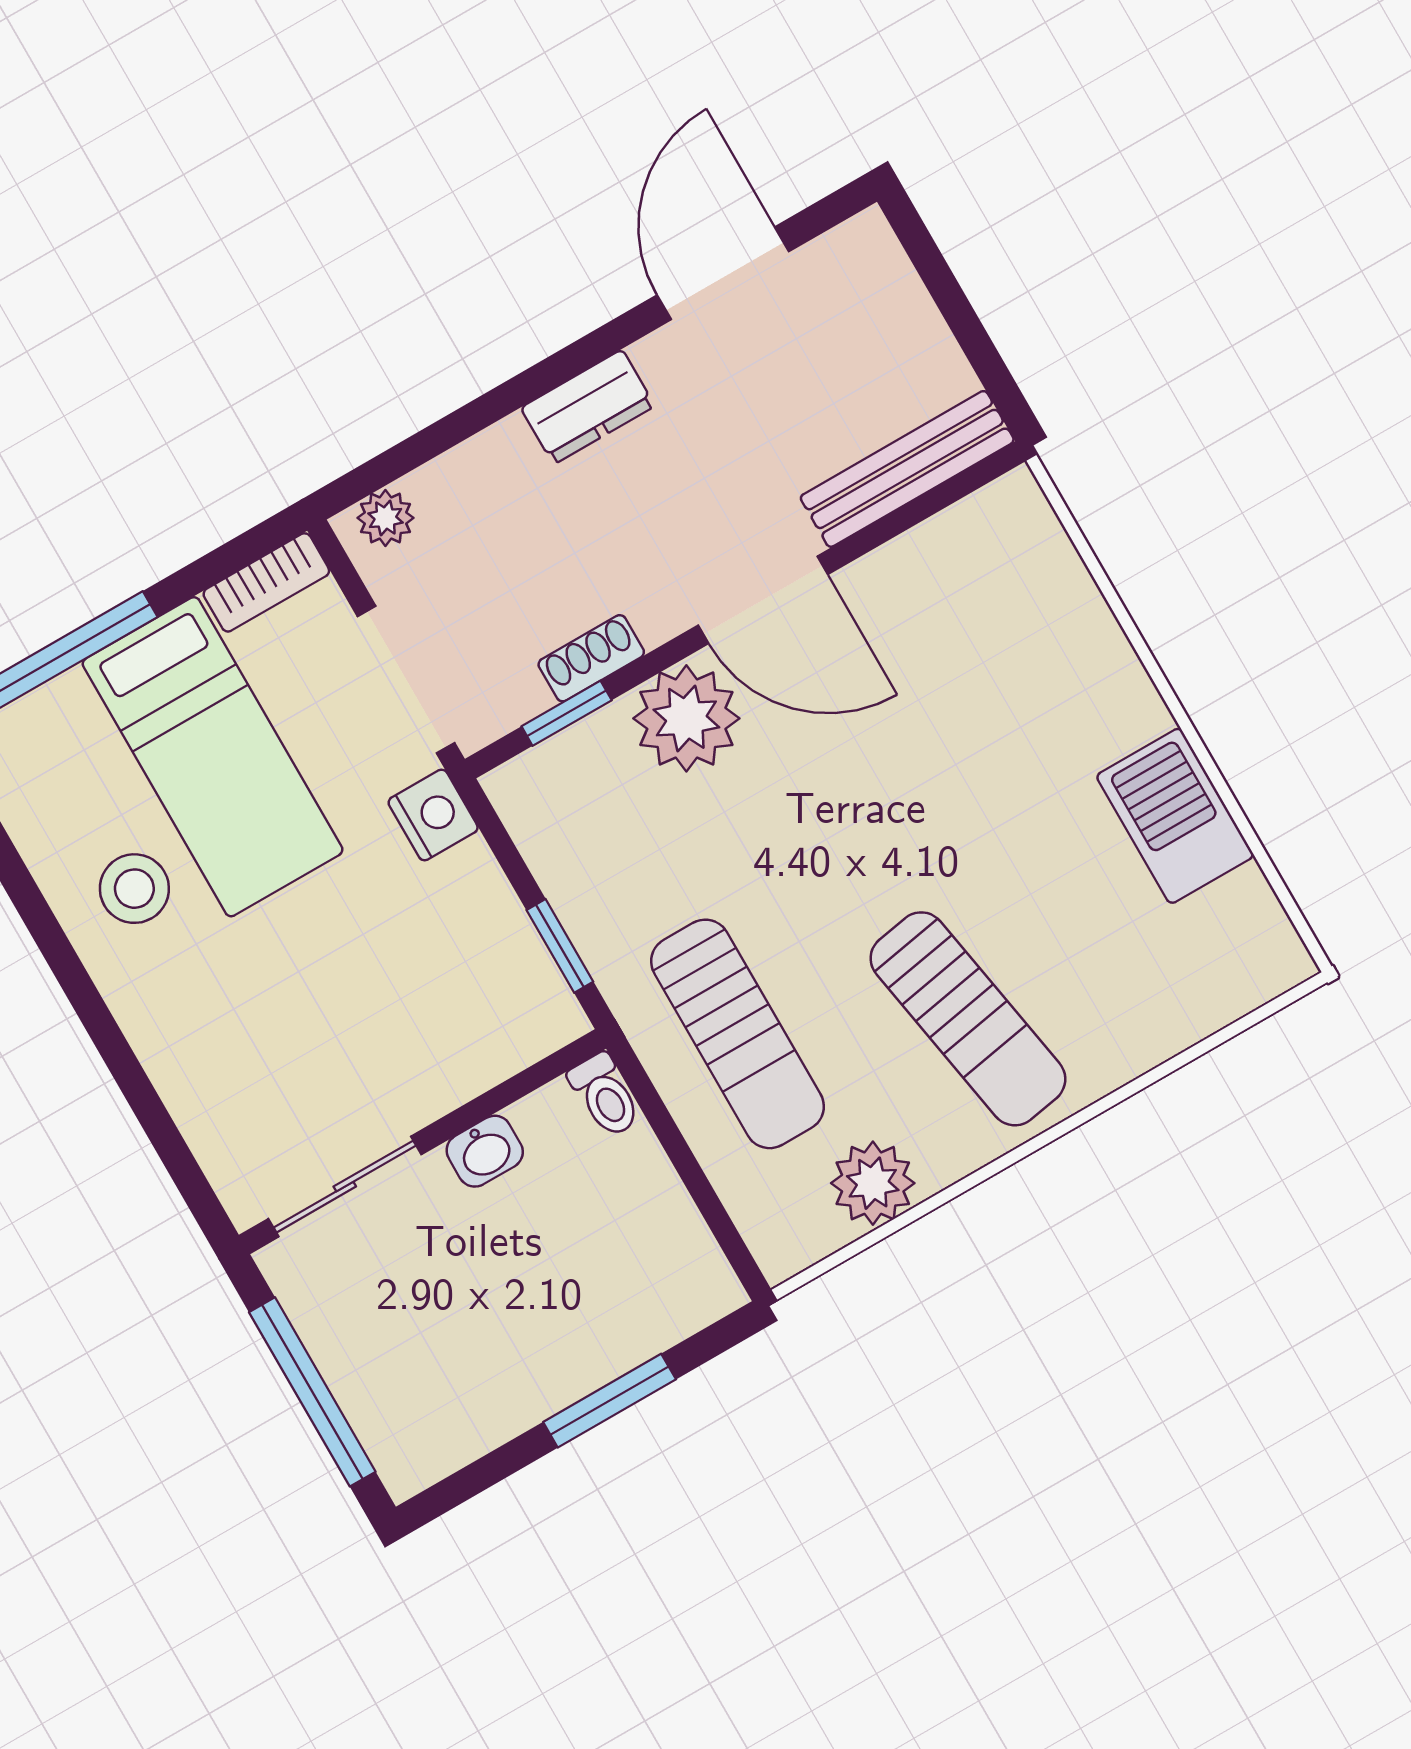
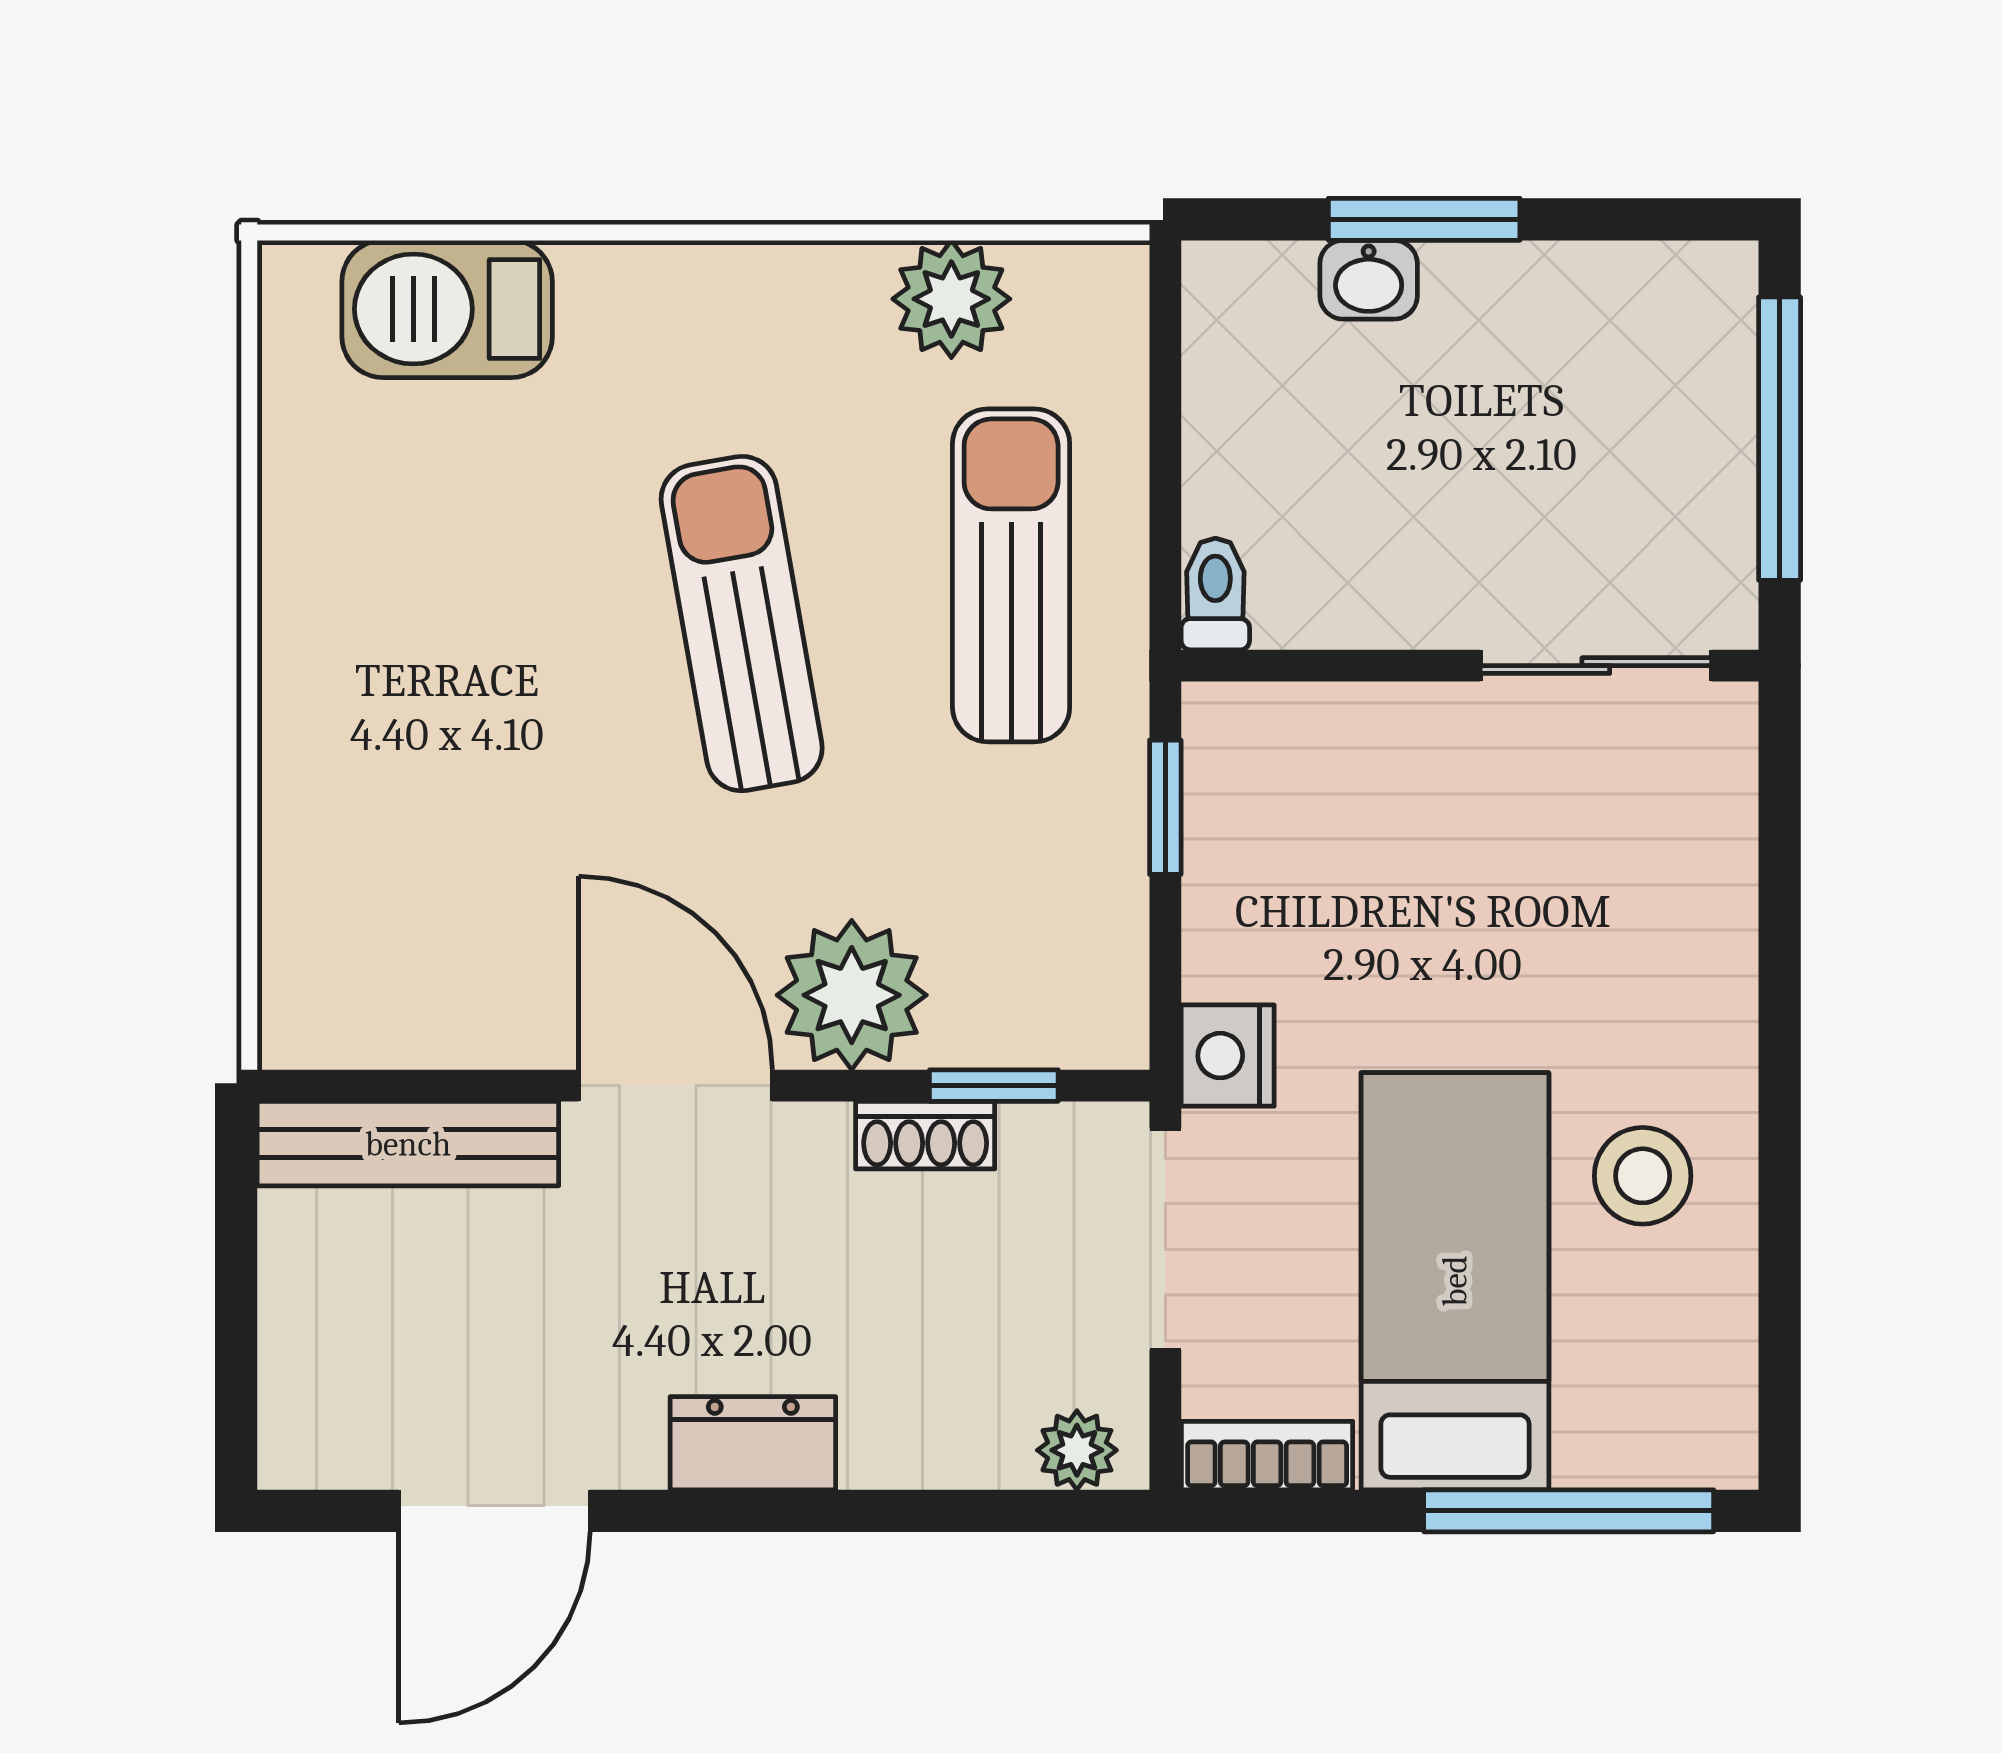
barbecue: (1175, 816) -> (447, 309), moved, turned 90
sun lounger: (968, 1019) -> (742, 624), moved
washbasin: (485, 1151) -> (1369, 280), moved, turned 180

